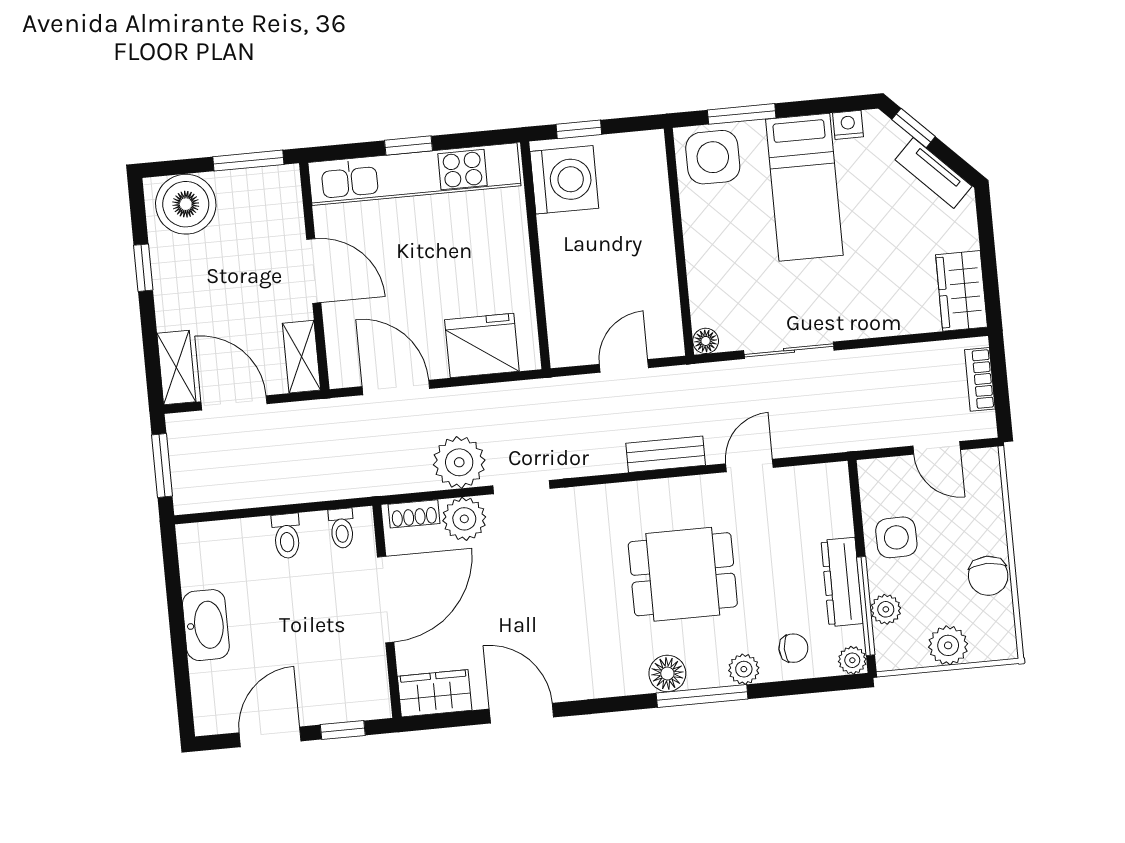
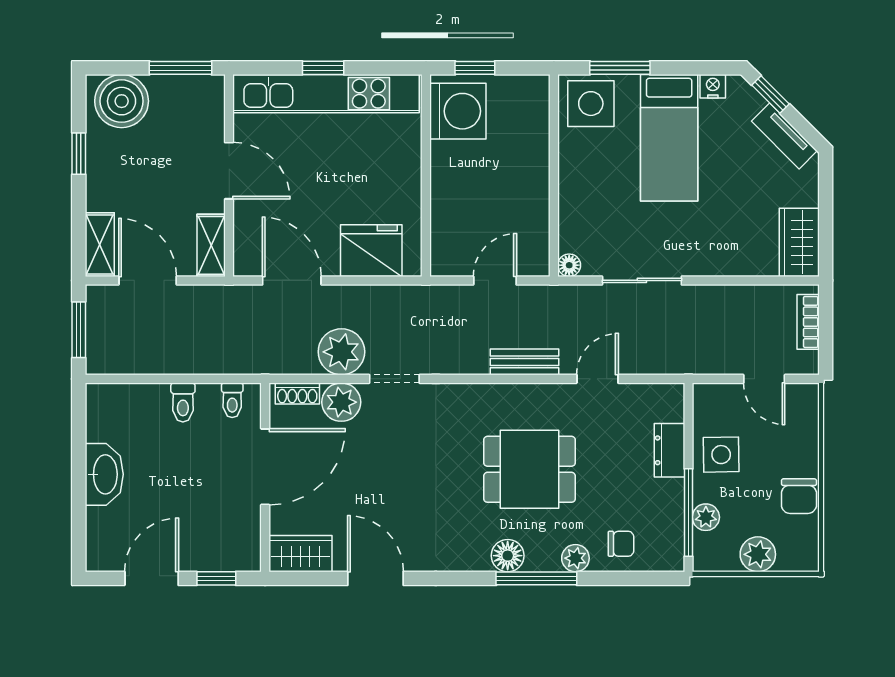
dresser: (842, 582) -> (669, 450), moved, width x0.70
plant: (852, 660) -> (672, 559), removed

